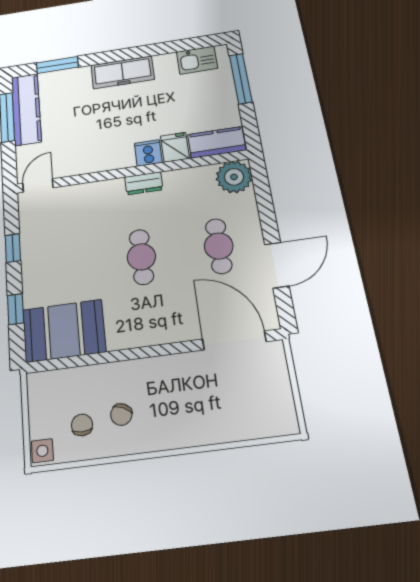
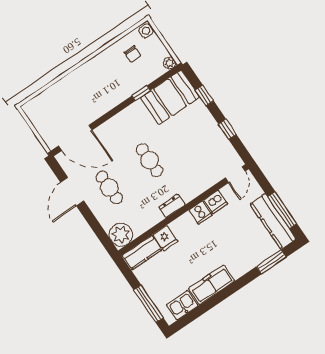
freezer: (123, 72) -> (212, 285), moved
cooker: (148, 153) -> (200, 213), moved
dishwasher: (83, 163) -> (216, 202), added
window: (102, 358) -> (141, 93), added
plant: (36, 382) -> (169, 63), added
chair: (121, 415) -> (115, 70), removed

